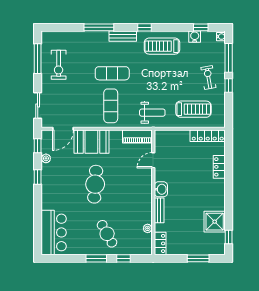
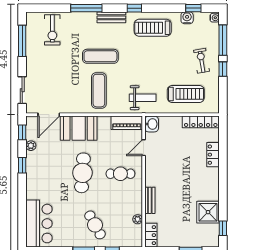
exercise bike: (59, 65) -> (52, 30), moved
cafe table: (131, 185) -> (120, 174), added
washbasin: (161, 189) -> (152, 124), moved

